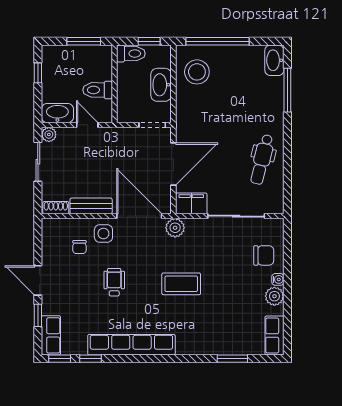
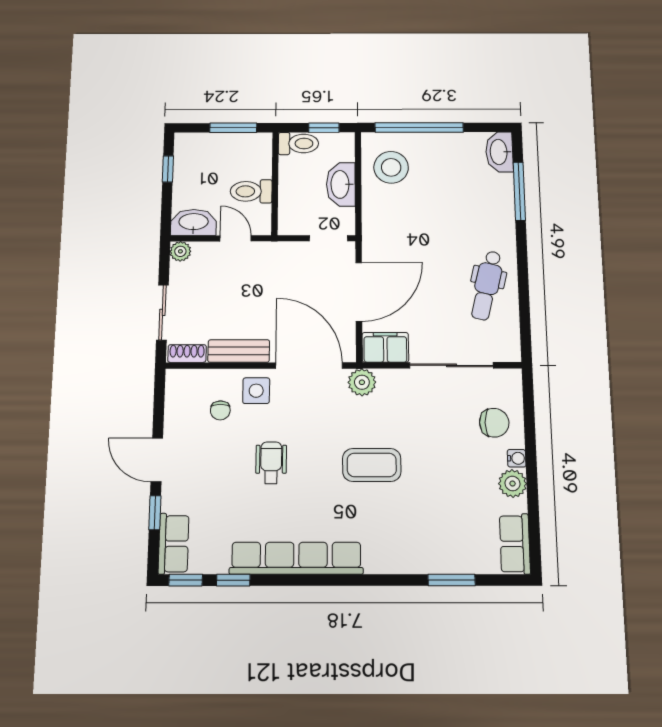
sliding door: (38, 162) -> (162, 312), moved

